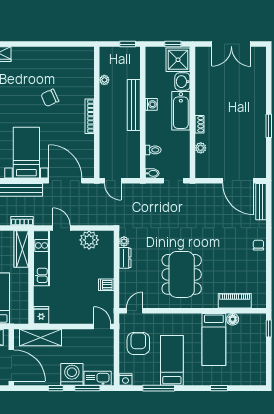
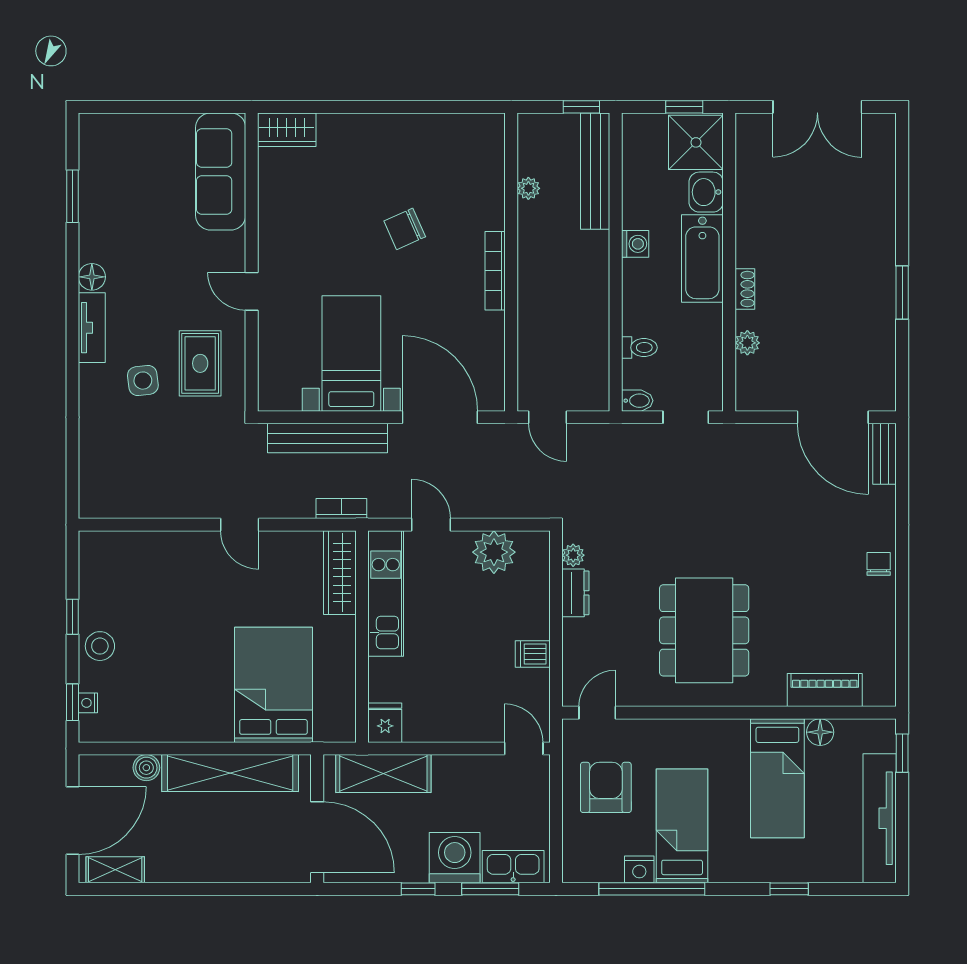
bench: (134, 105) -> (595, 171), moved
bench: (261, 202) -> (885, 454), width x0.73
tv unit: (259, 357) -> (880, 818), added
nightstand: (125, 380) -> (639, 869), moved
window: (159, 388) -> (652, 889), width x1.46

